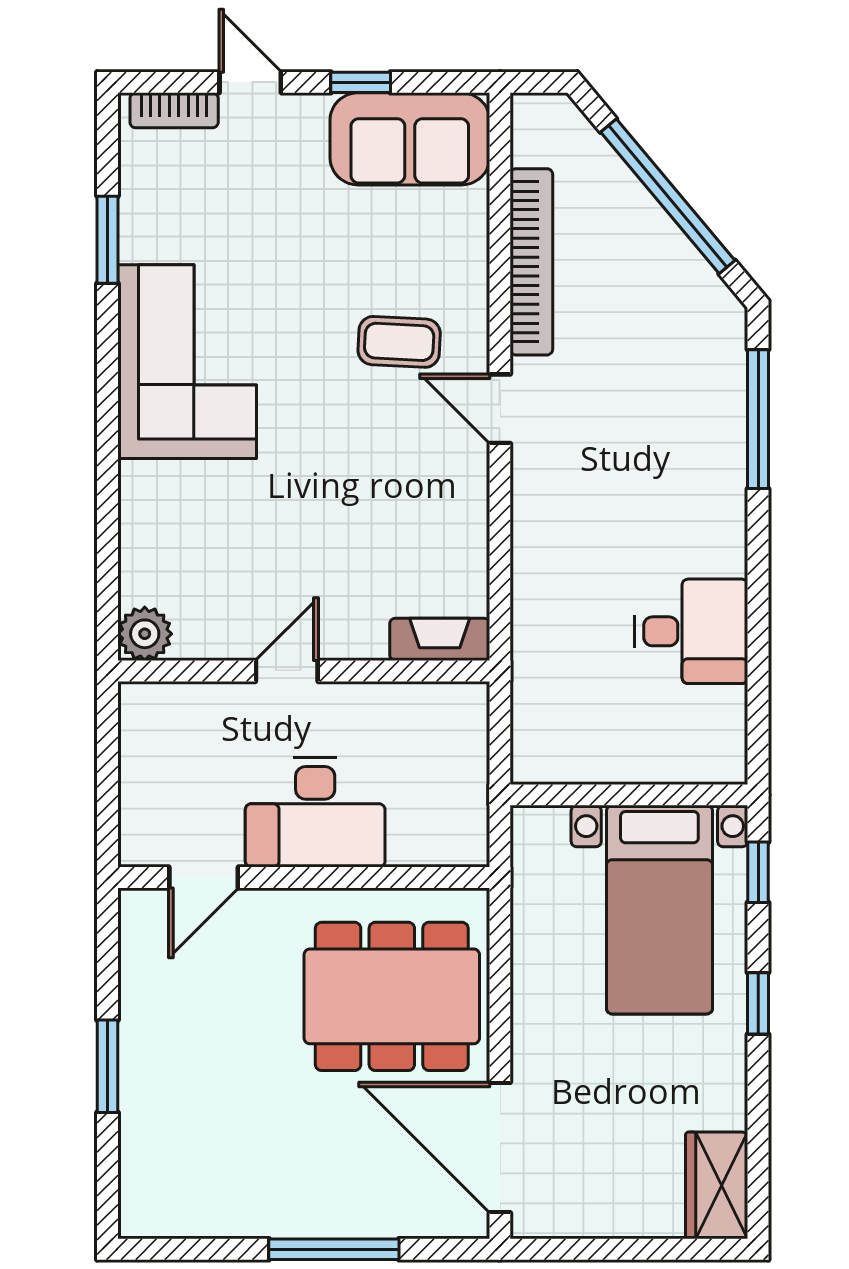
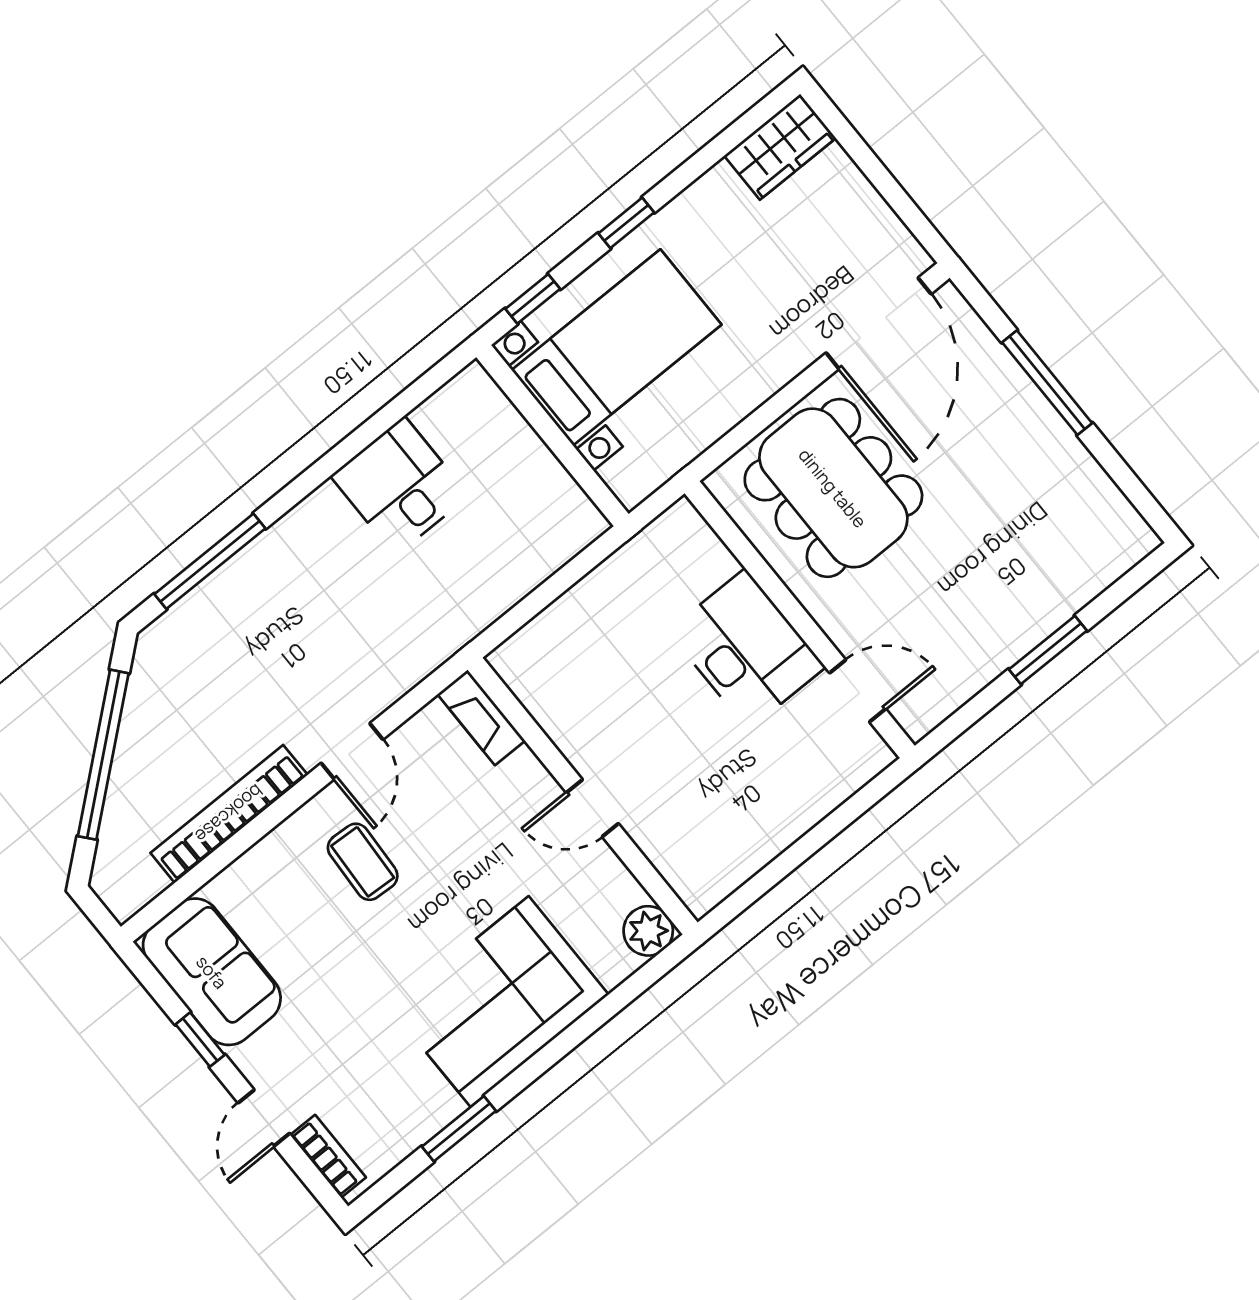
plant: (145, 634) -> (648, 931), moved
fireplace: (440, 639) -> (481, 717), moved
door: (287, 671) -> (592, 808), moved
wall: (304, 671) -> (583, 796), moved

